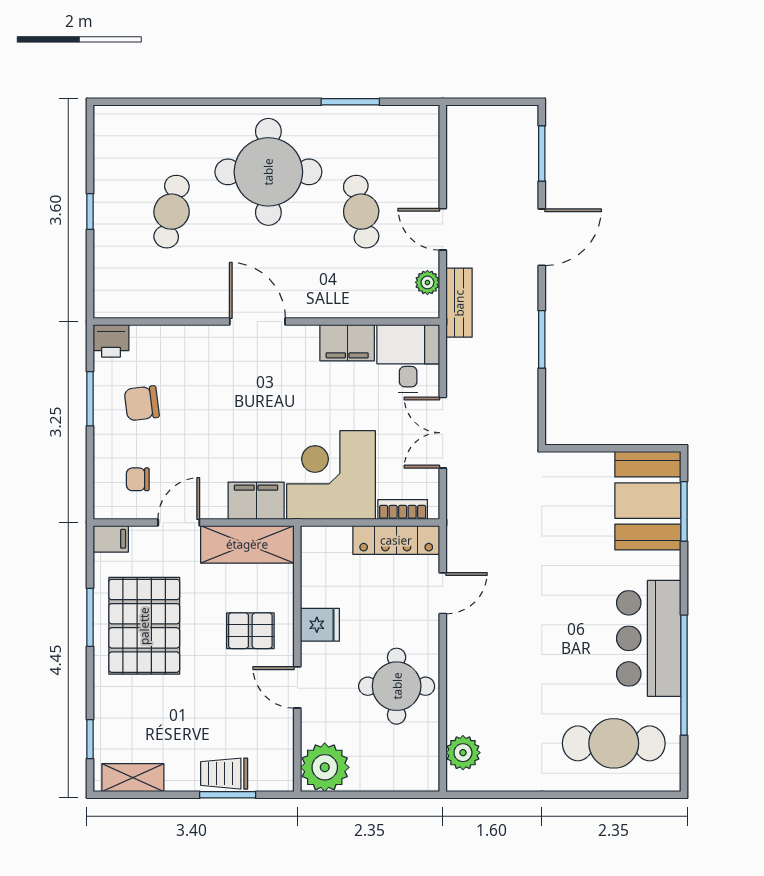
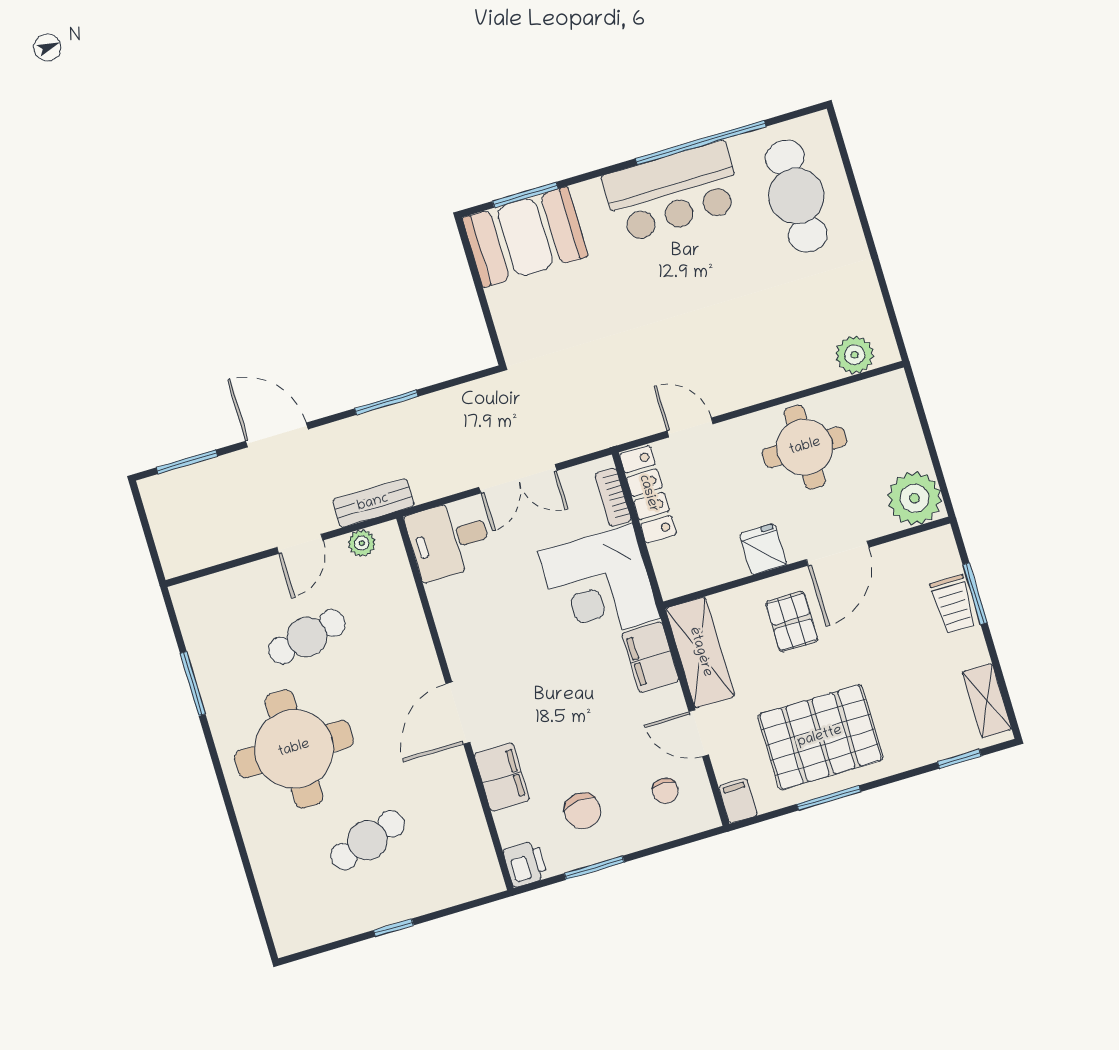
cafe table: (172, 212) -> (368, 840), turned -30
filing cabinet: (347, 343) -> (502, 777), moved
door: (297, 687) -> (838, 553), width x1.38

